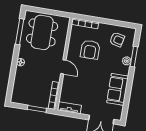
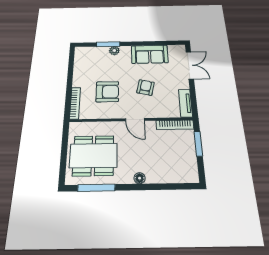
armchair: (117, 39) -> (146, 87), moved
door: (63, 67) -> (135, 120), swing flipped

